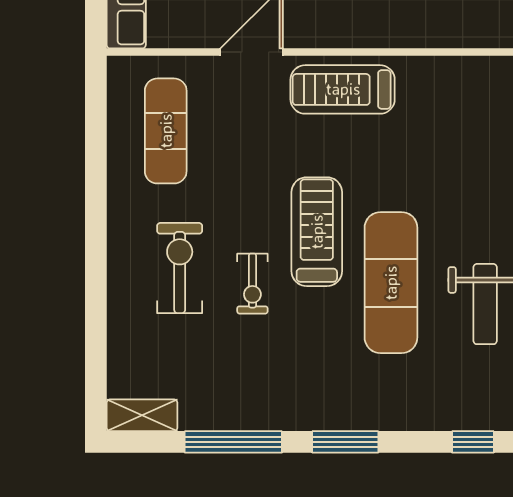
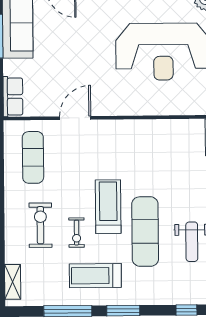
treadmill: (343, 89) -> (95, 276), moved
shelving: (142, 415) -> (13, 282), moved, turned 90

